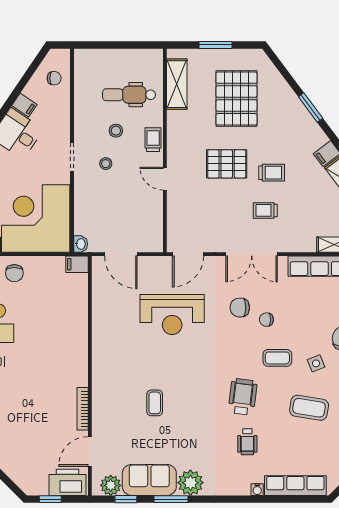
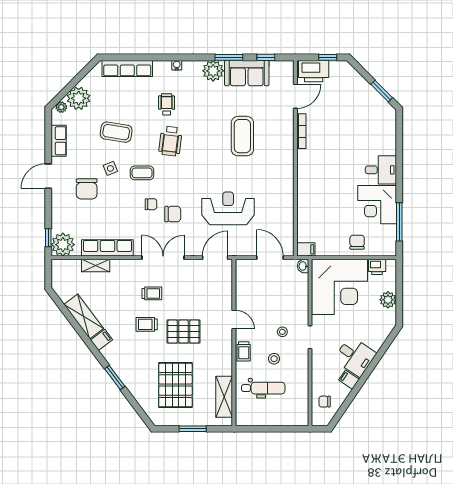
coffee table: (155, 403) -> (242, 136), width x1.86, depth x1.72
plant: (111, 485) -> (278, 69), removed
water cooler: (257, 490) -> (177, 65), moved

